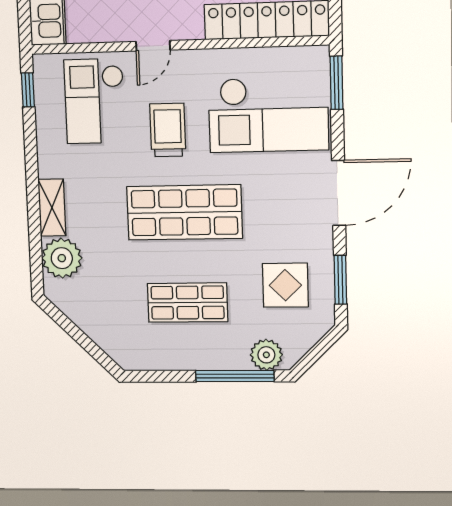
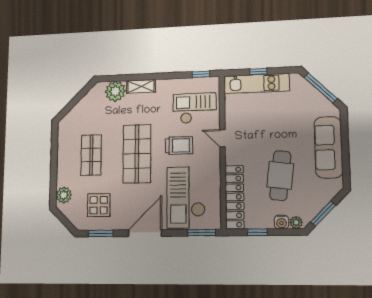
door: (339, 193) -> (145, 233), swing flipped
window: (235, 376) -> (54, 179), removed

